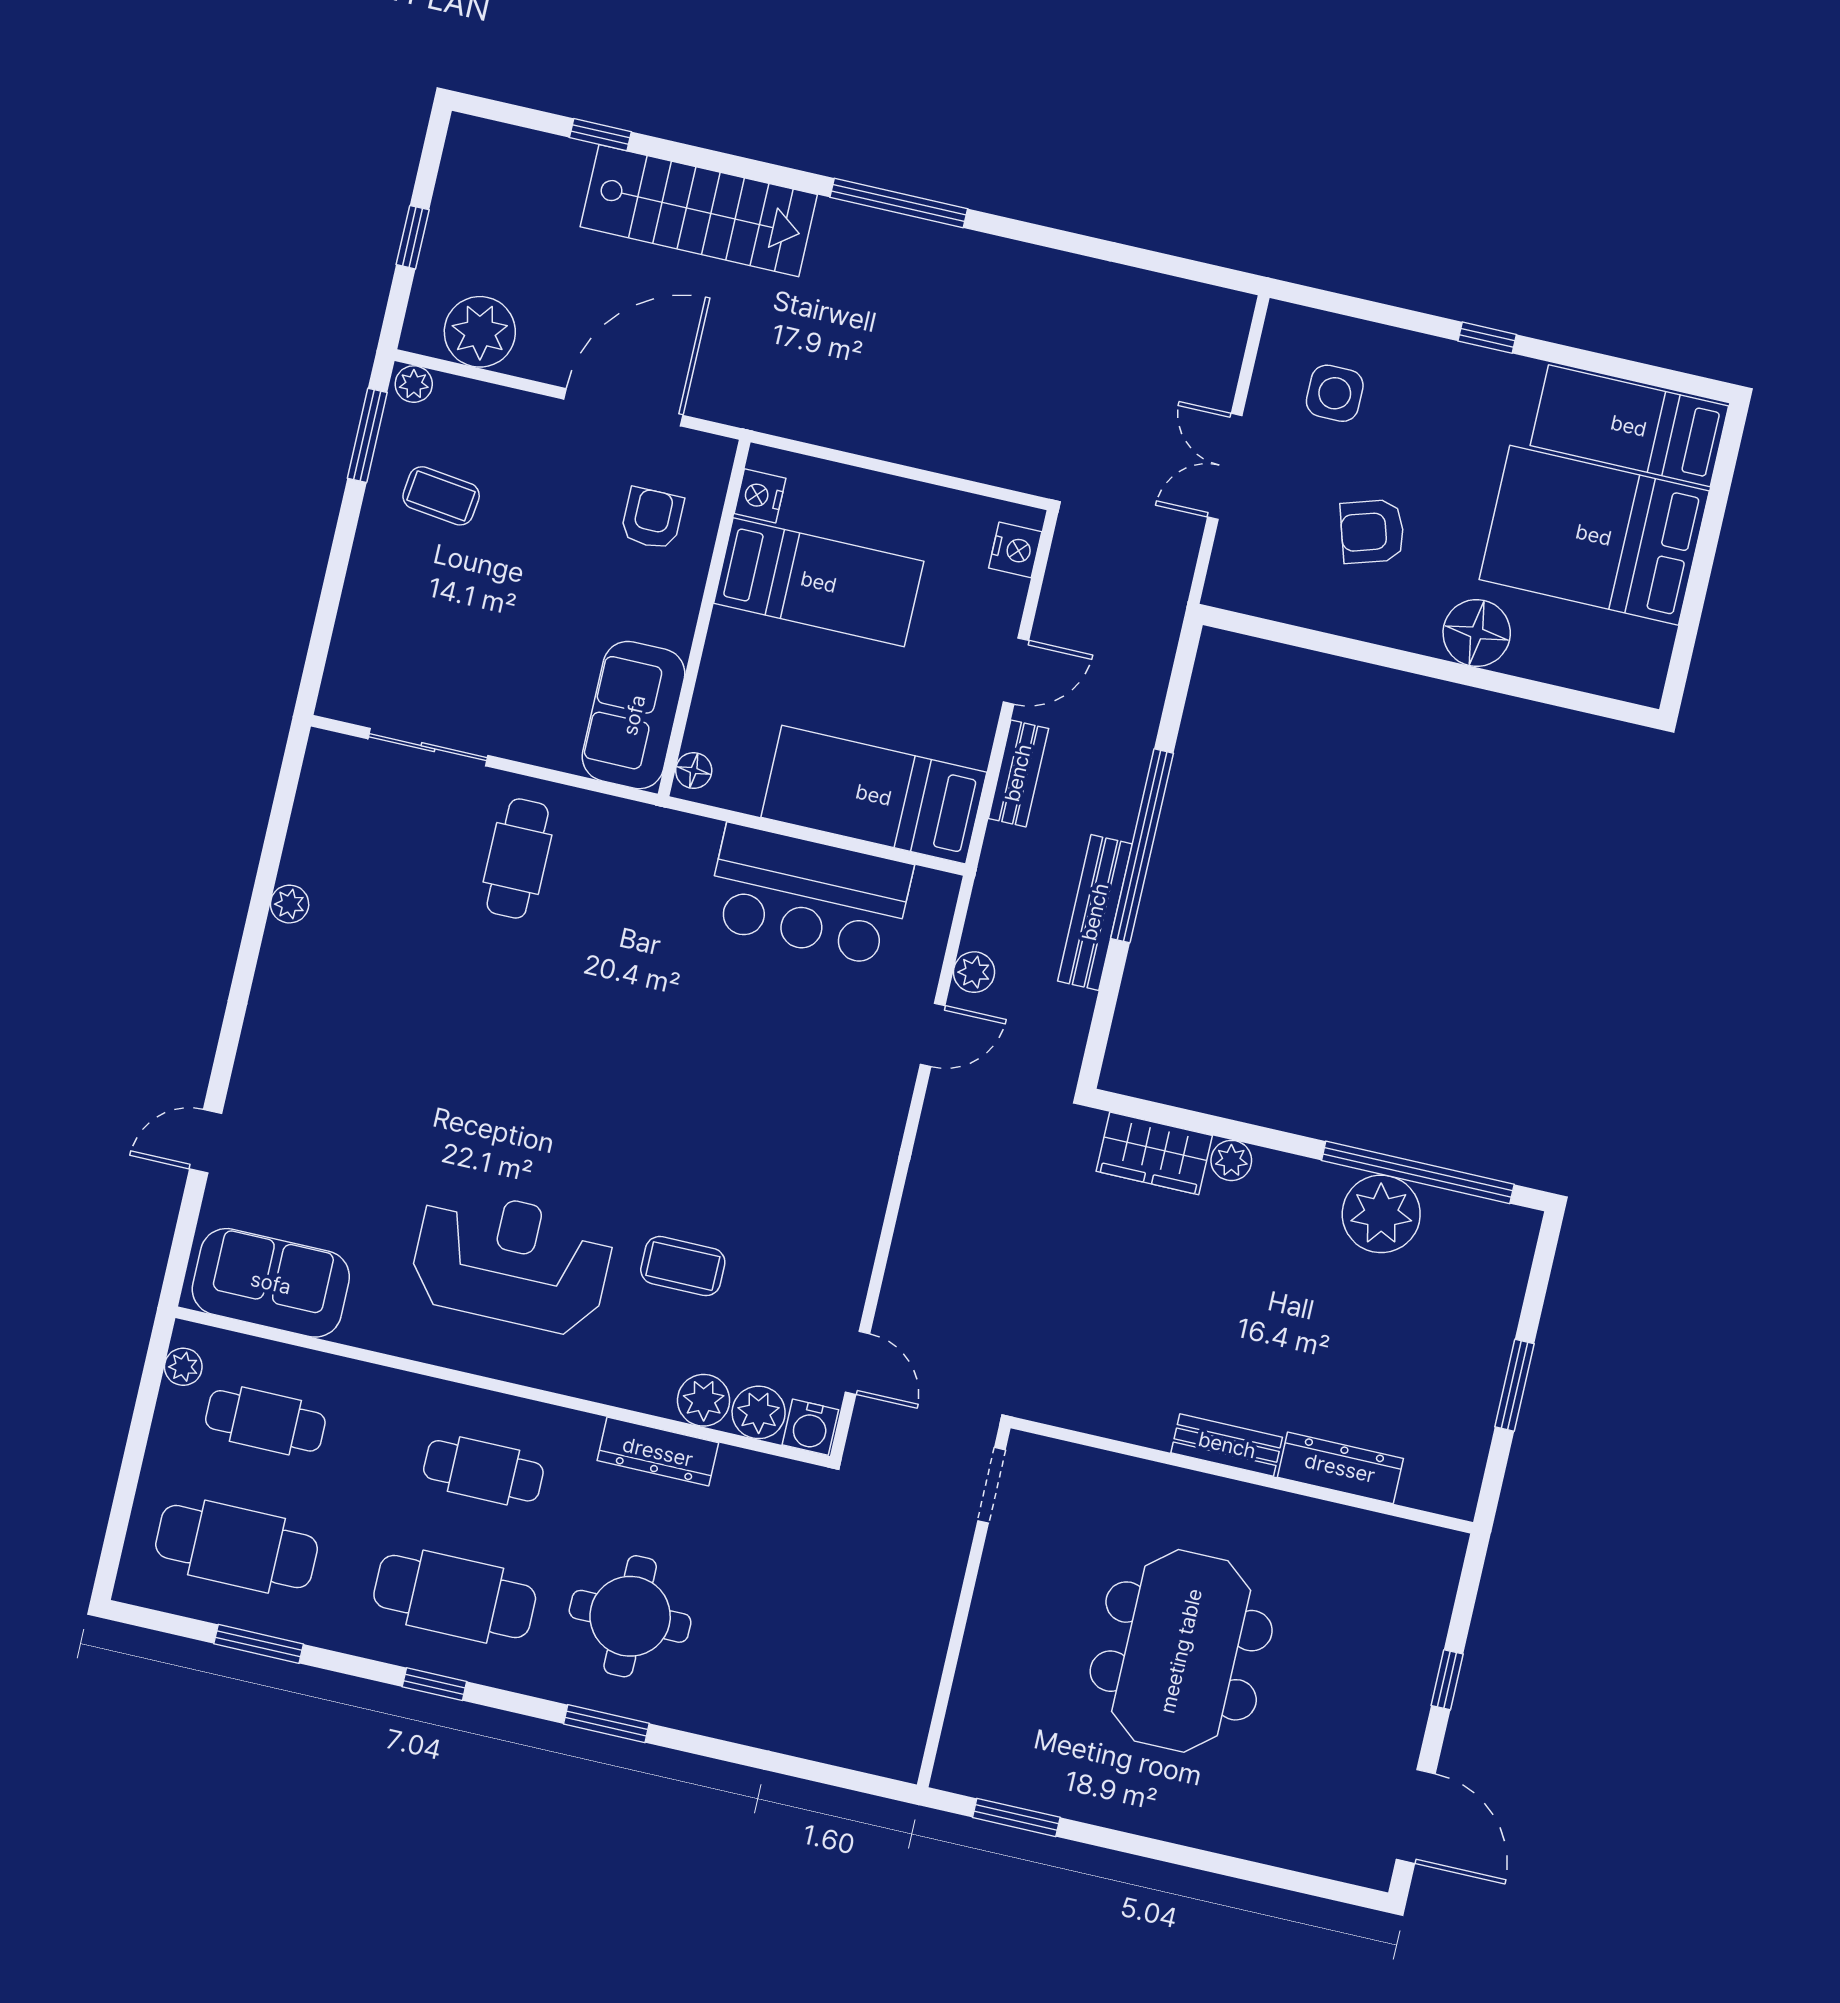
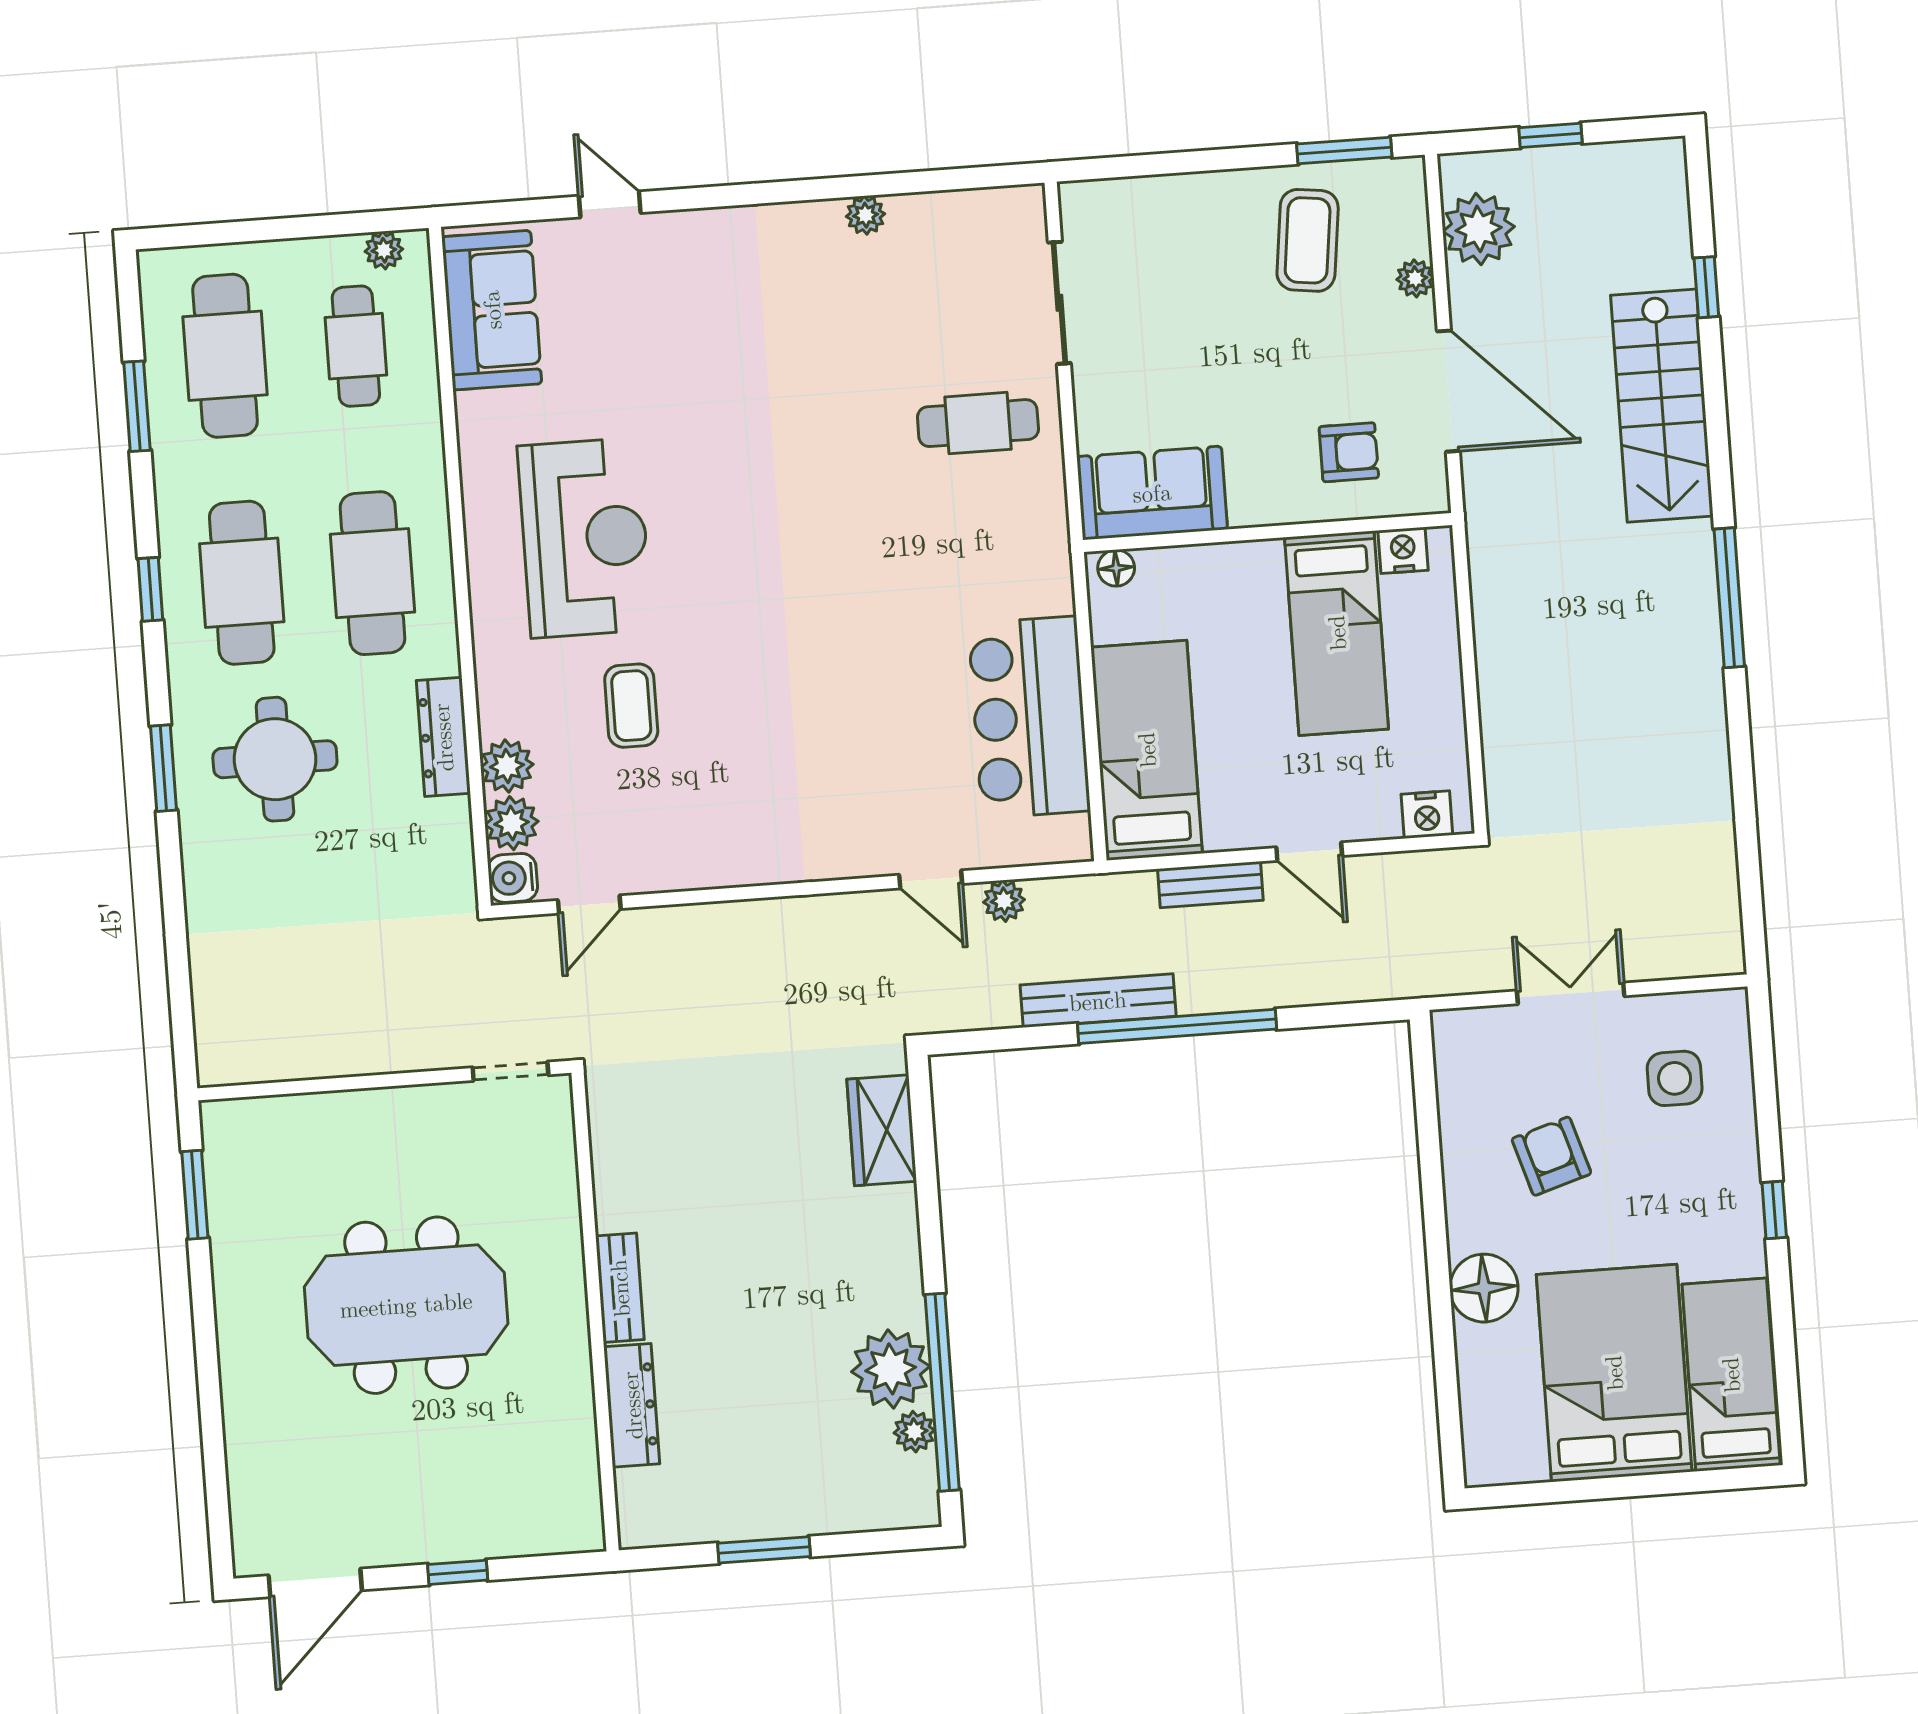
plant: (414, 384) -> (1415, 278), moved
coffee table: (441, 496) -> (1308, 240), width x1.36, depth x1.30
plant: (1231, 1160) -> (914, 1432), moved
cafe table: (483, 1471) -> (373, 573), width x1.37, depth x1.35

